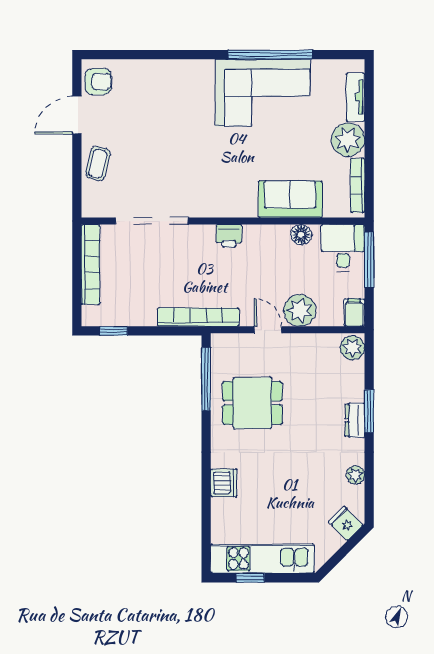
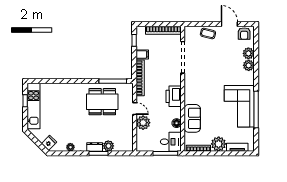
plant: (143, 72) -> (248, 53), added
plant: (170, 72) -> (249, 65), added
printer: (229, 236) -> (174, 96), width x1.87, depth x1.48
filing cabinet: (354, 313) -> (142, 54), moved
door: (268, 330) -> (135, 109), hinge flipped
plant: (352, 348) -> (108, 146), moved
dining table: (252, 403) -> (102, 102), width x1.38
dishwasher: (224, 483) -> (67, 89), removed

